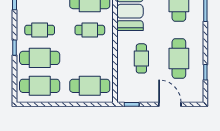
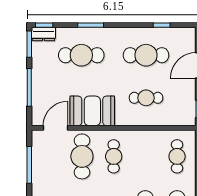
cafe table: (90, 86) -> (177, 156), width x0.73, depth x0.74

